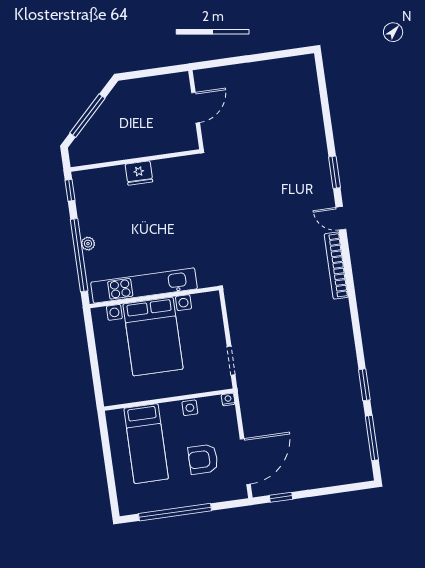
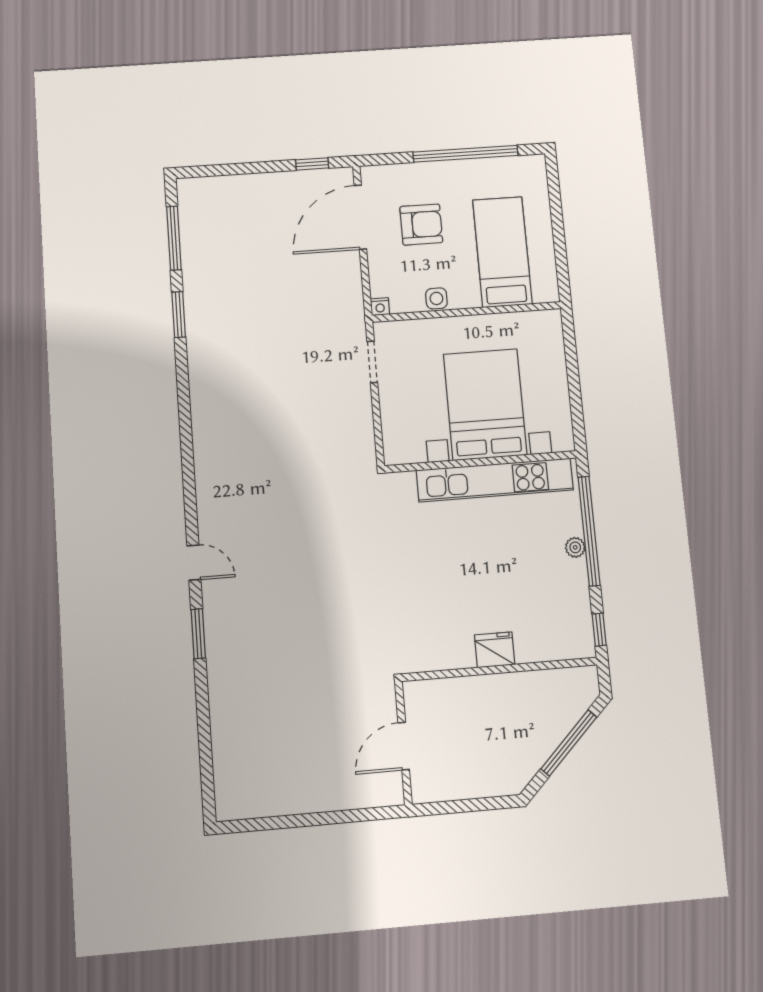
bookcase: (336, 266) -> (206, 492), removed

